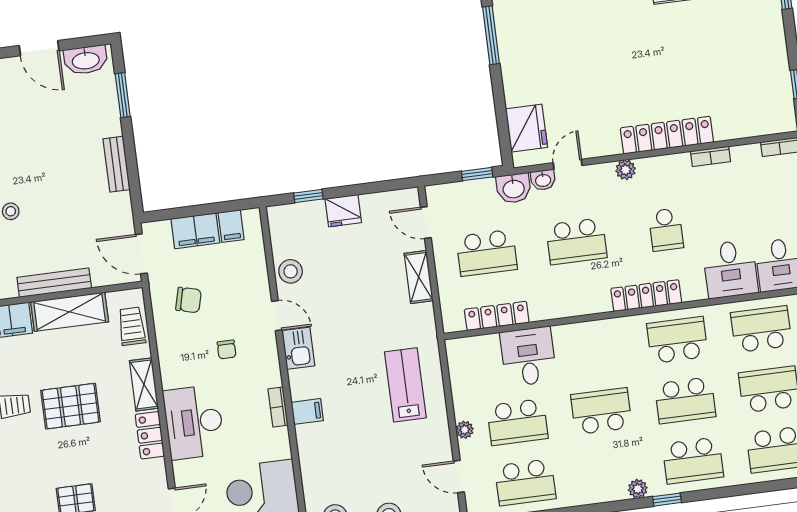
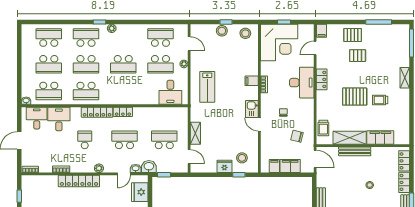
stool: (291, 271) -> (242, 158), moved
locker: (497, 316) -> (123, 112), moved, width x0.66
desk: (528, 357) -> (170, 92), moved
shelving: (144, 384) -> (321, 102), removed
school desk: (685, 400) -> (86, 64), turned 180
school desk: (517, 422) -> (160, 64), turned 180

